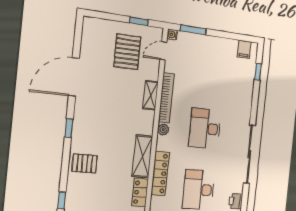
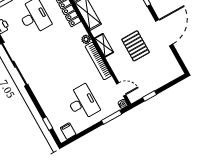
door: (163, 51) -> (121, 89), hinge flipped
pallet: (127, 52) -> (136, 46), moved
shelving: (150, 95) -> (104, 45), moved
desk: (205, 128) -> (82, 102), moved

